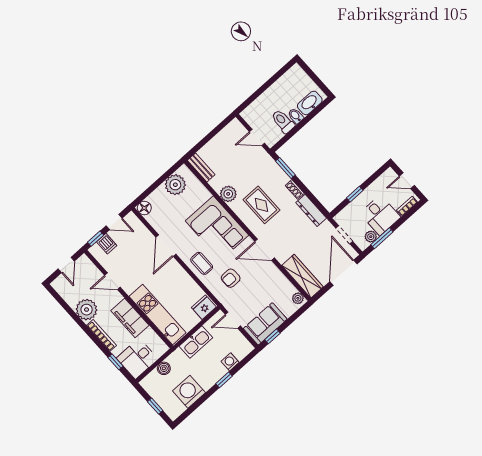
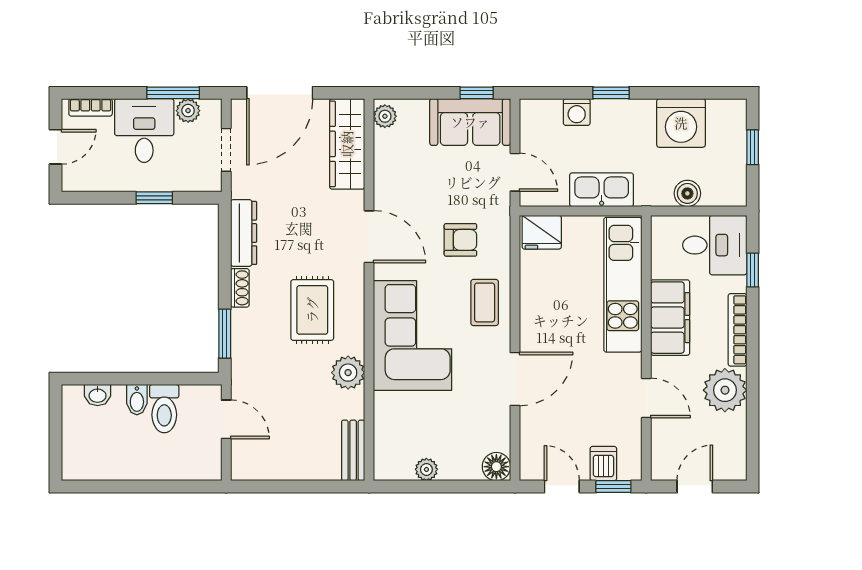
washbasin: (310, 103) -> (98, 395), width x0.52, depth x0.69
door: (407, 181) -> (56, 147), hinge flipped
plant: (175, 185) -> (426, 469), width x0.53, depth x0.53

